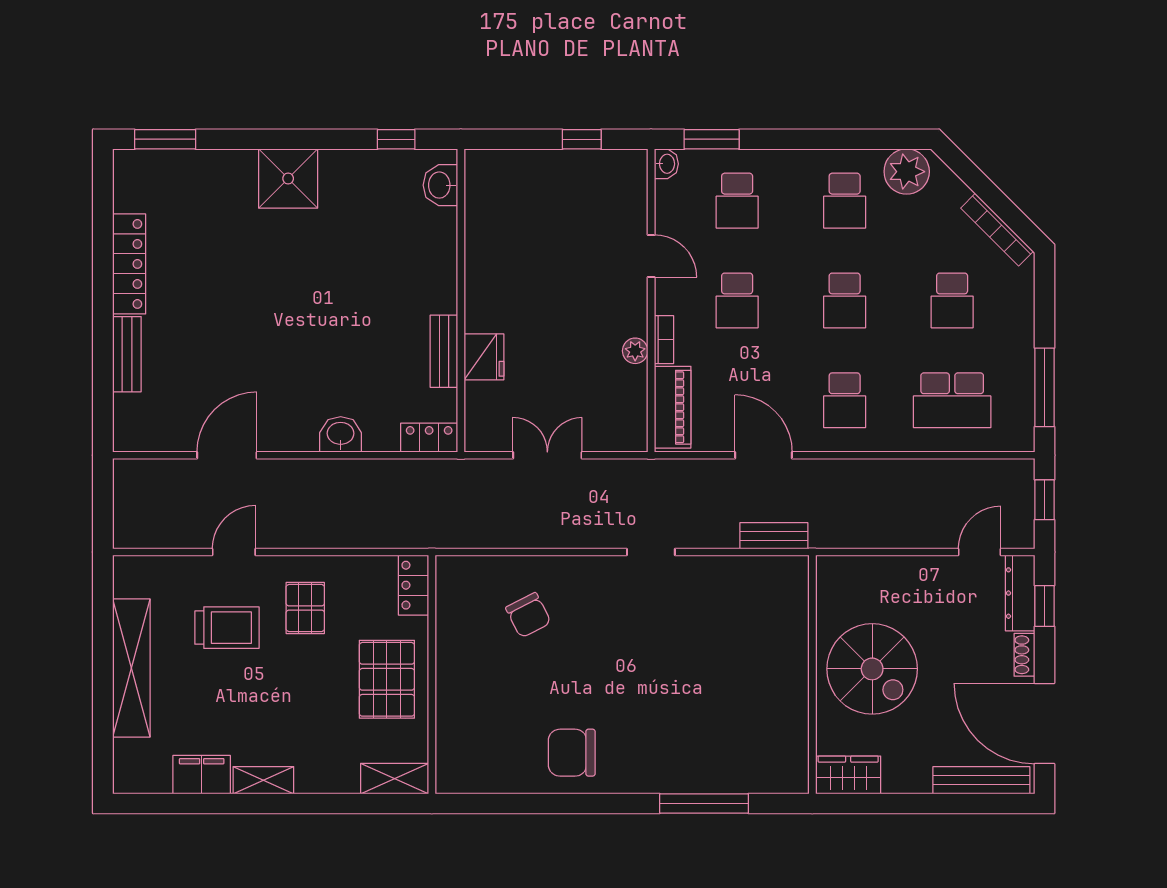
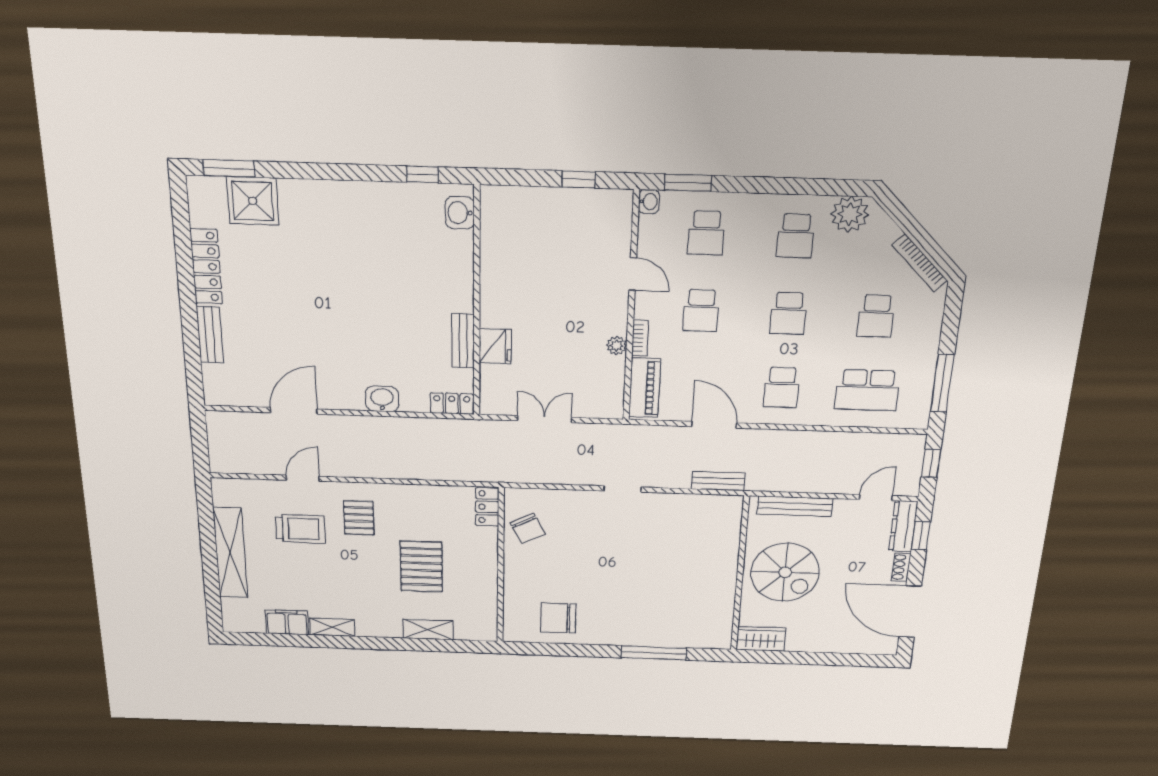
shower: (288, 178) -> (253, 201), moved
locker: (413, 585) -> (487, 507), moved
wall: (432, 675) -> (501, 566), moved
bench: (981, 780) -> (795, 506), moved

